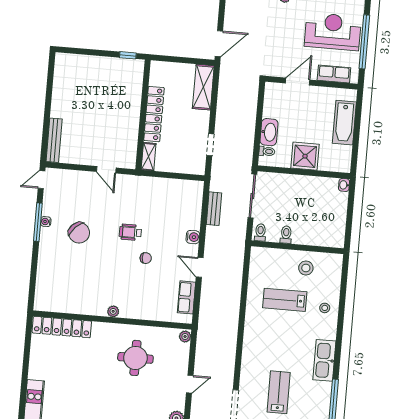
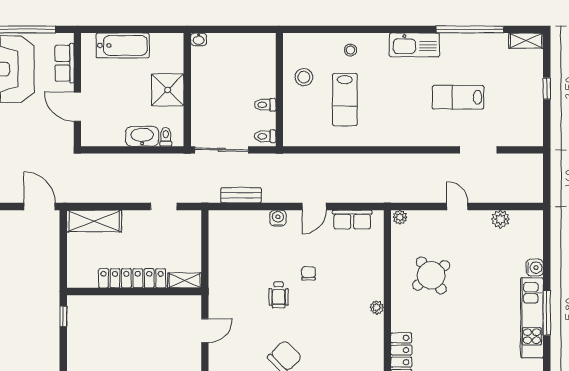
round table: (135, 358) -> (431, 275), turned -36

